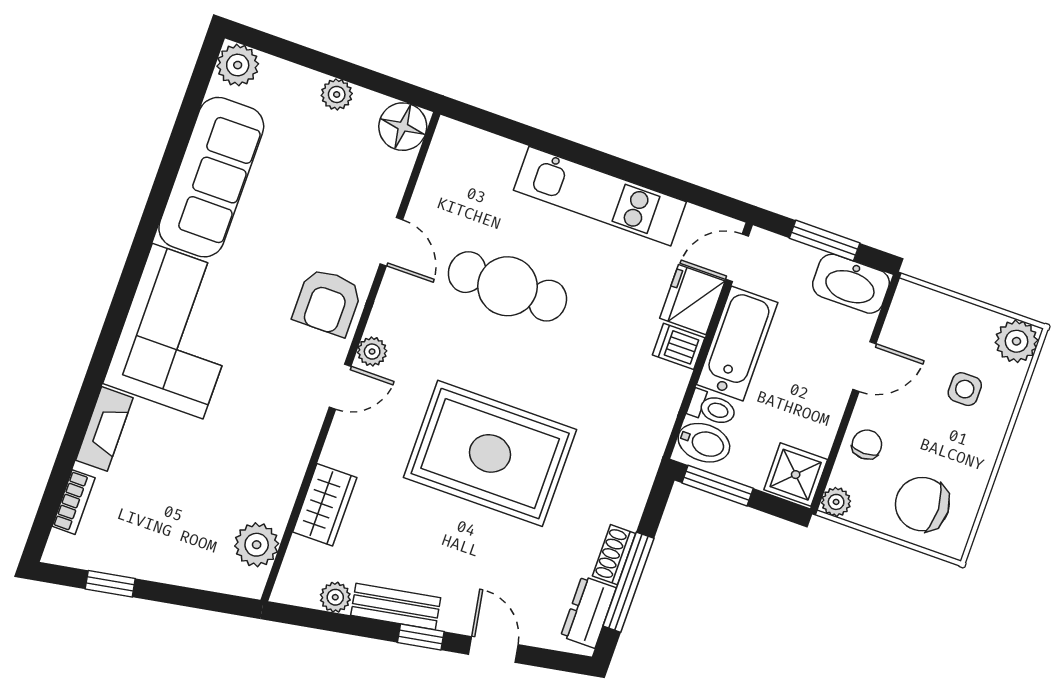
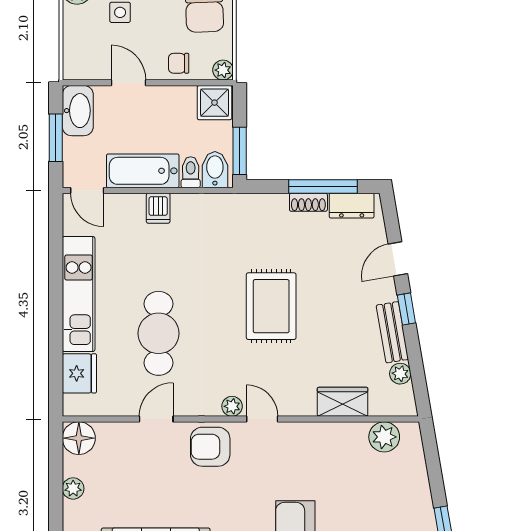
fridge: (692, 300) -> (79, 373), moved, turned -90
armchair: (327, 302) -> (210, 447), turned 180
rug: (490, 453) -> (271, 306), width x0.73, depth x0.69

